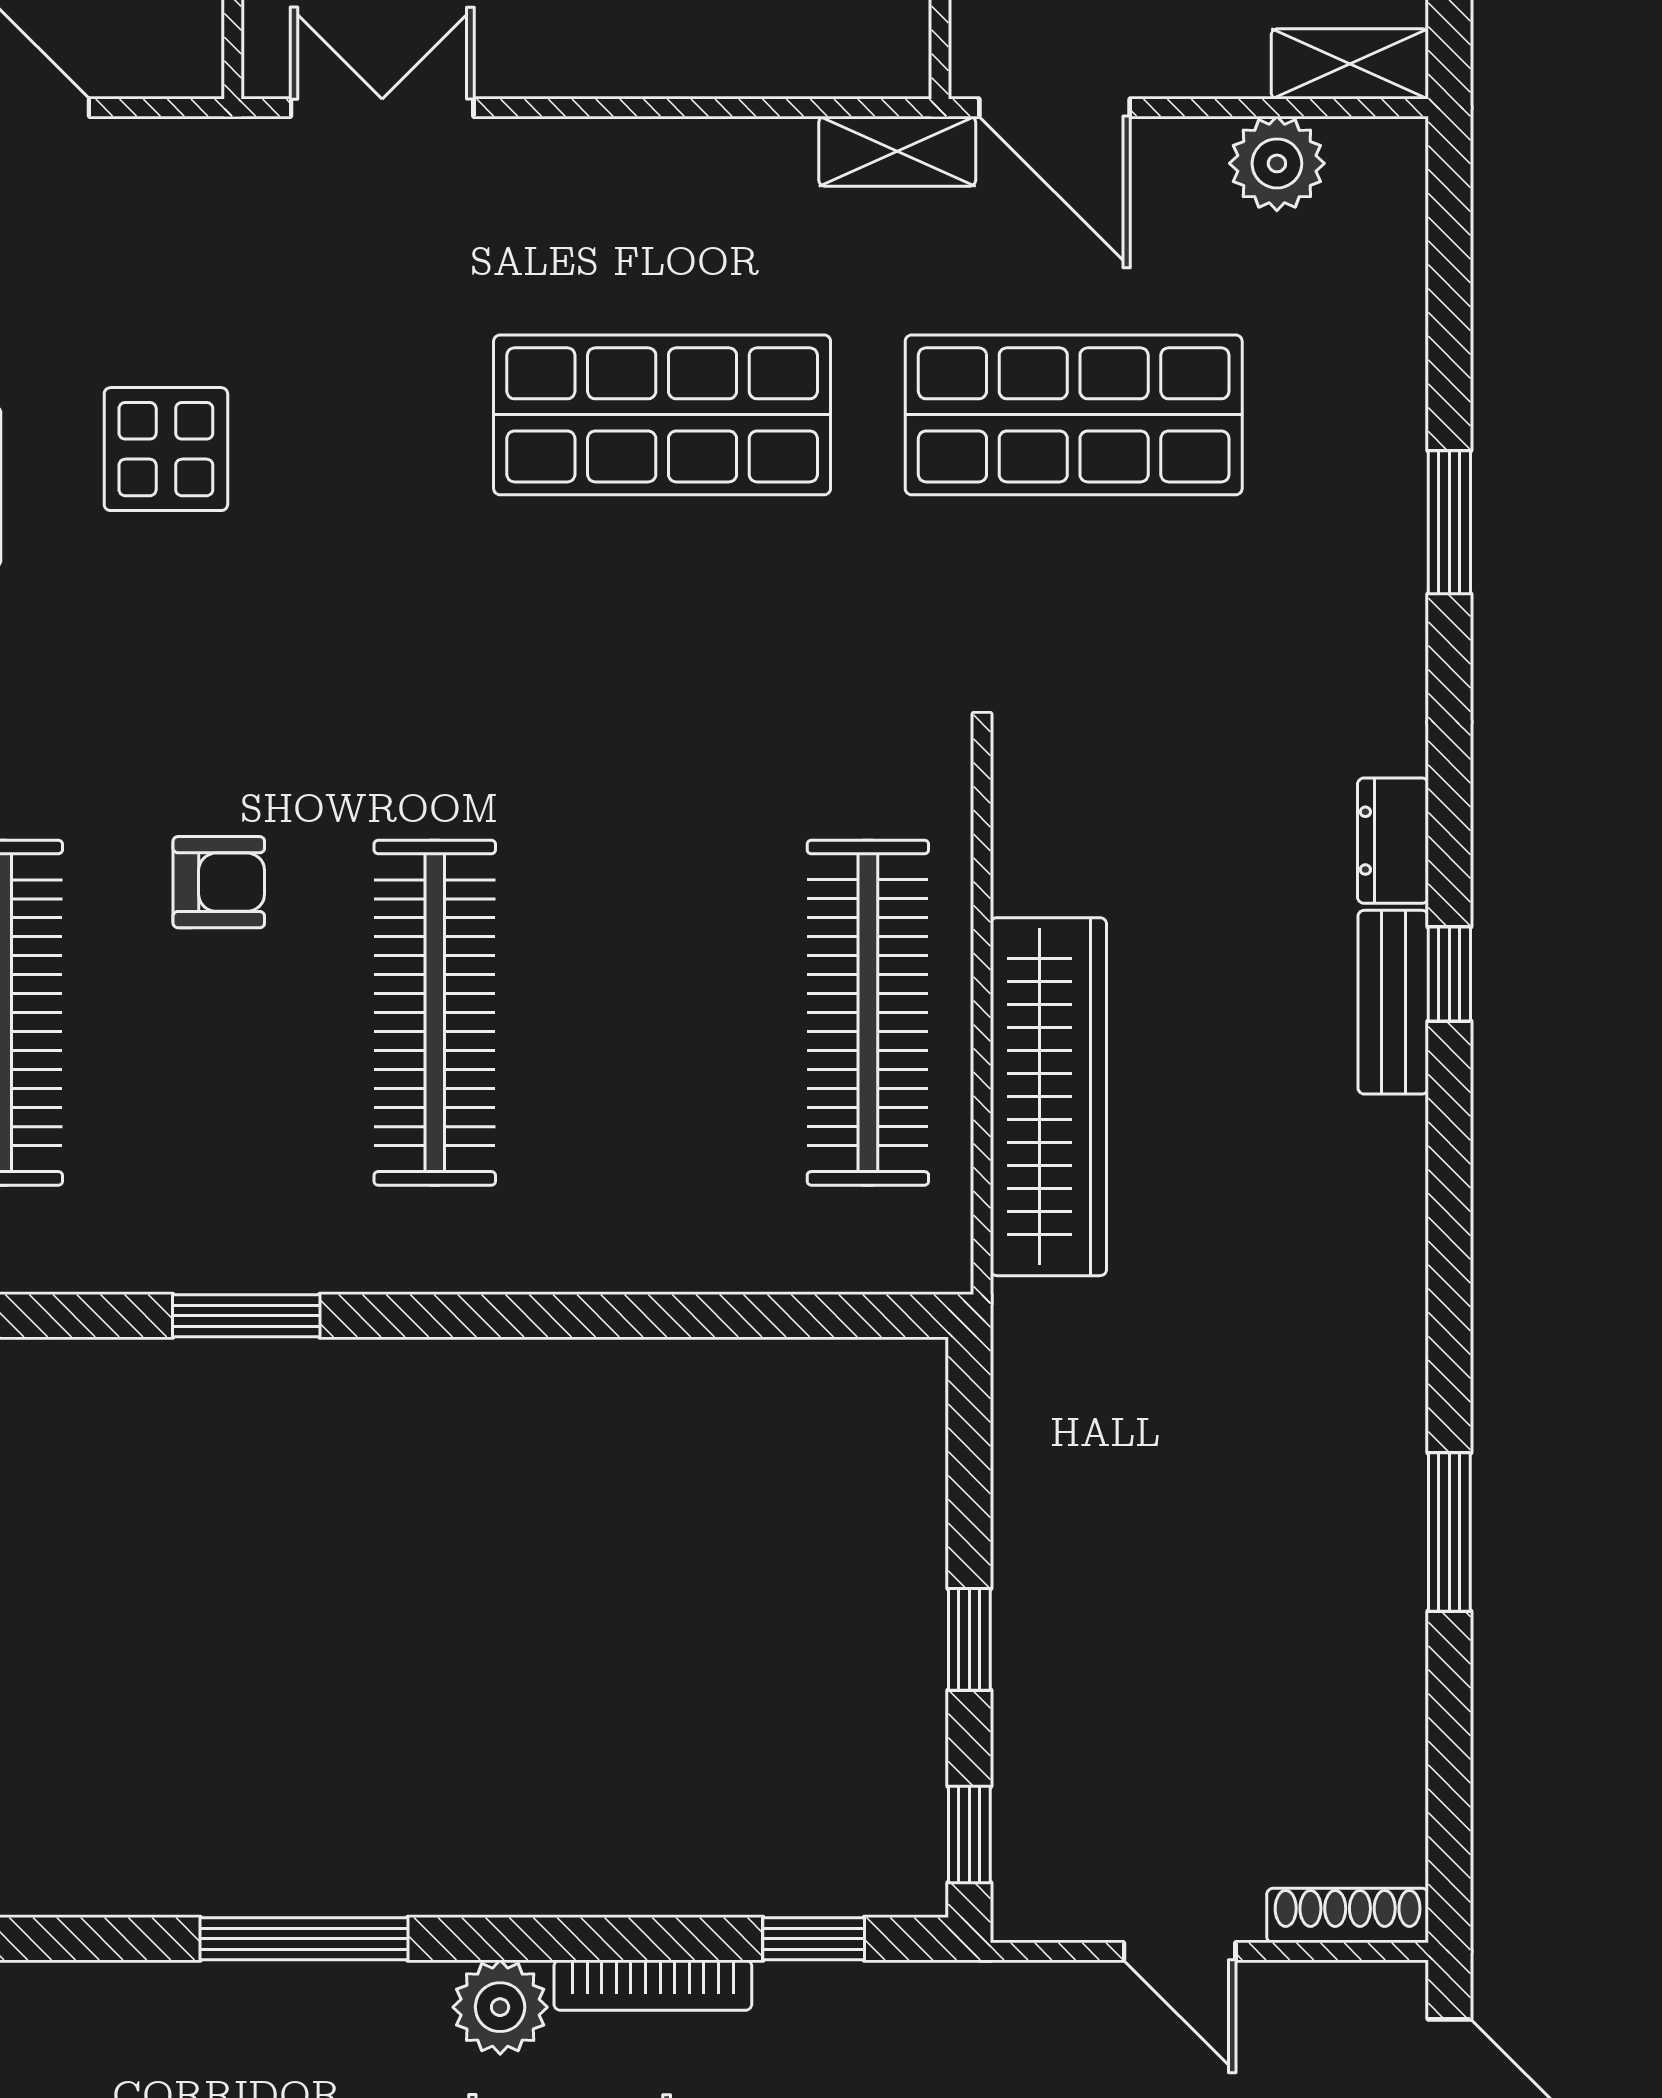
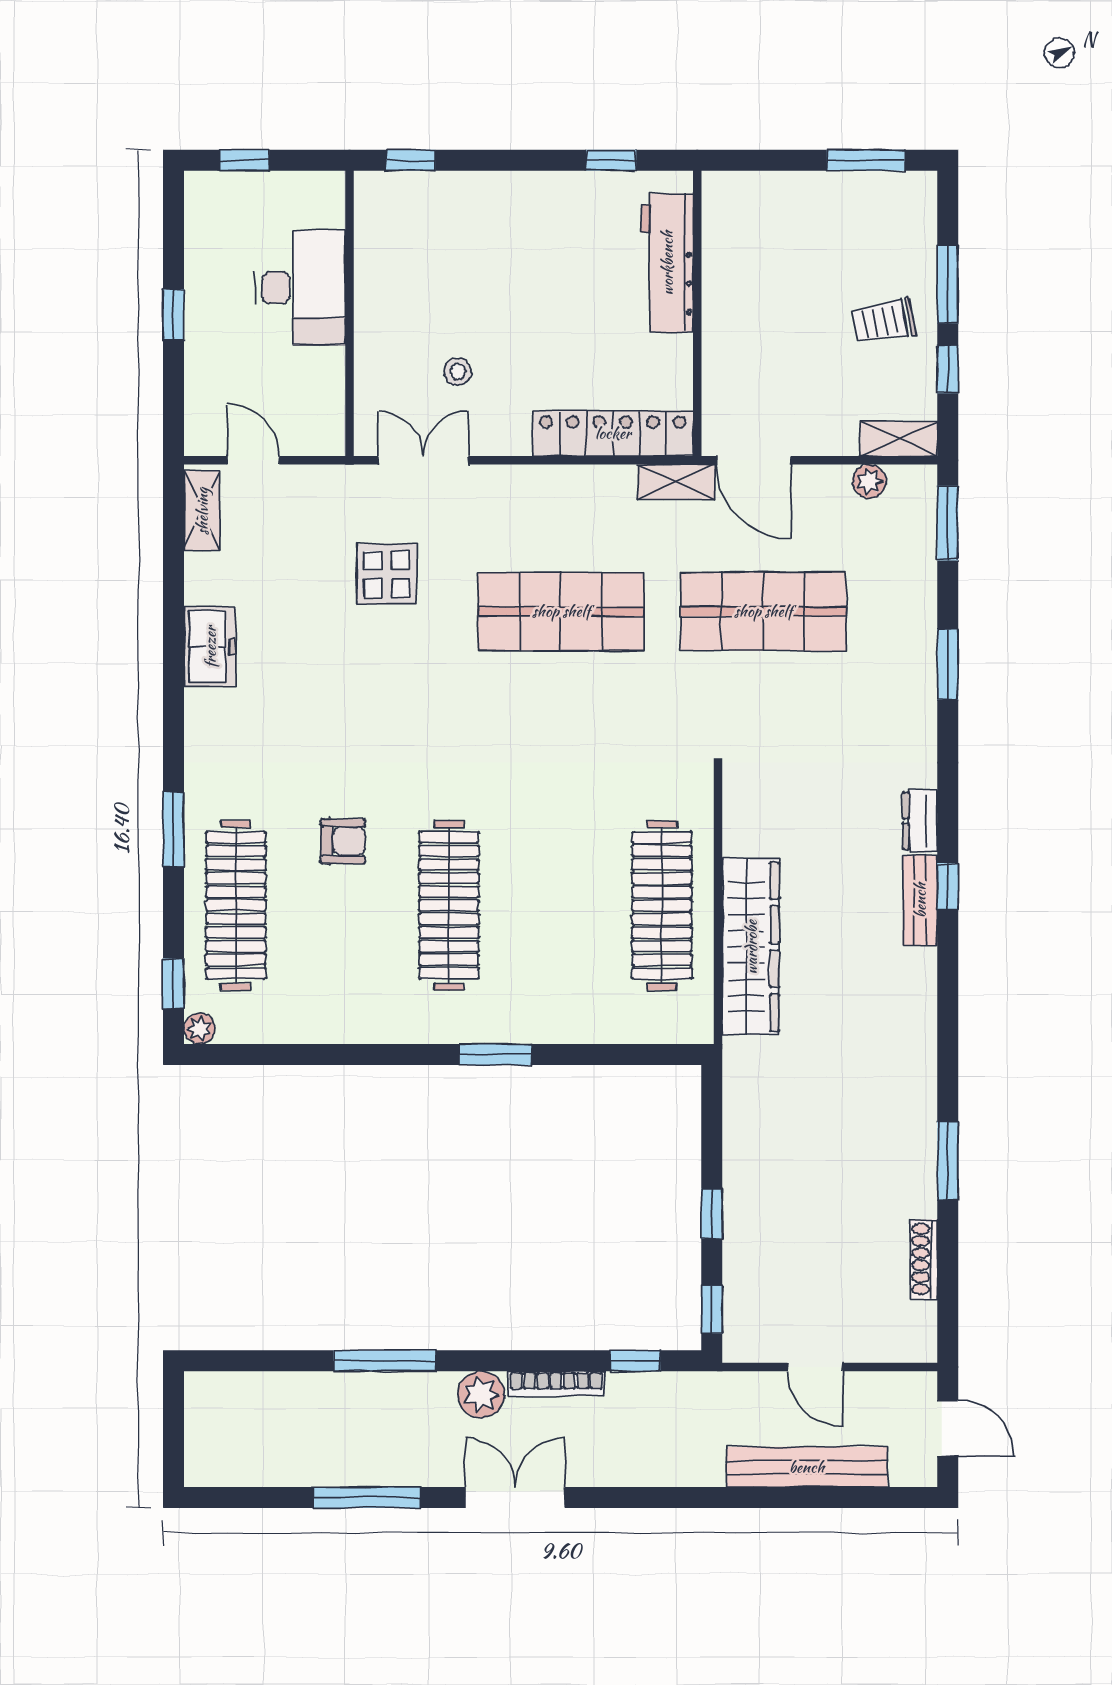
locker: (768, 53) -> (613, 433), added
plant: (1277, 163) -> (869, 481), width x0.73, depth x0.73
window: (1449, 235) -> (948, 523), added
display table: (166, 449) -> (387, 574), moved
window: (246, 1316) -> (496, 1054), moved
shoe rack: (1348, 1916) -> (924, 1259), moved, turned -90

